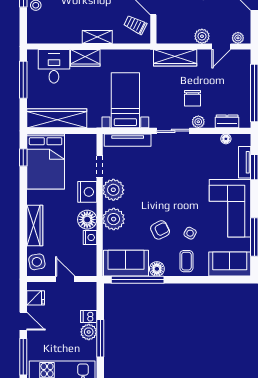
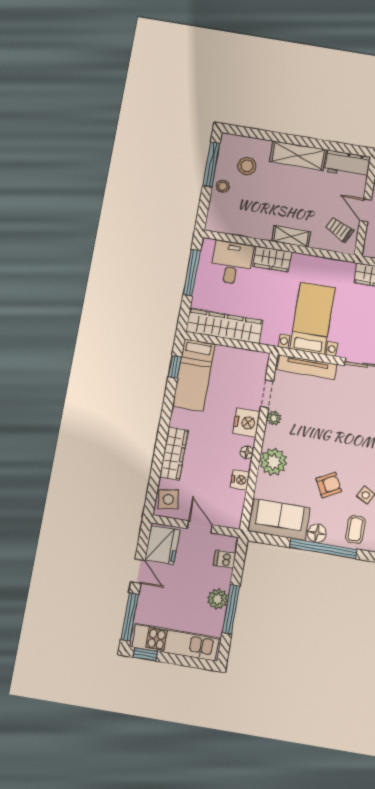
bed: (46, 161) -> (194, 375), width x0.67
plant: (113, 190) -> (274, 418), width x0.53, depth x0.53
floor lamp: (87, 220) -> (247, 452), width x0.53, depth x0.53
window: (138, 280) -> (323, 548), moved
fridge: (36, 298) -> (162, 545), width x1.88, depth x1.34
dishwasher: (89, 317) -> (225, 559), moved

